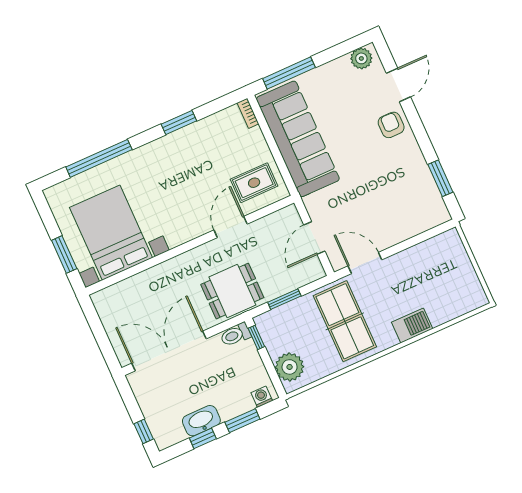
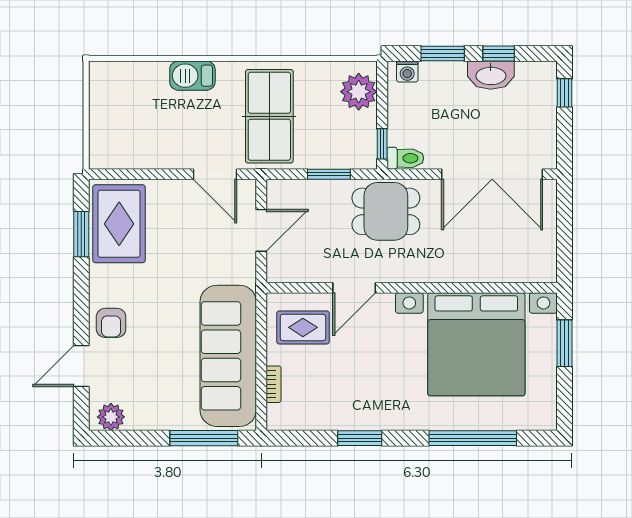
bookcase: (248, 113) -> (274, 384), moved
rug: (417, 198) -> (119, 224), added
bed with nightstands: (111, 233) -> (476, 344), width x1.36

